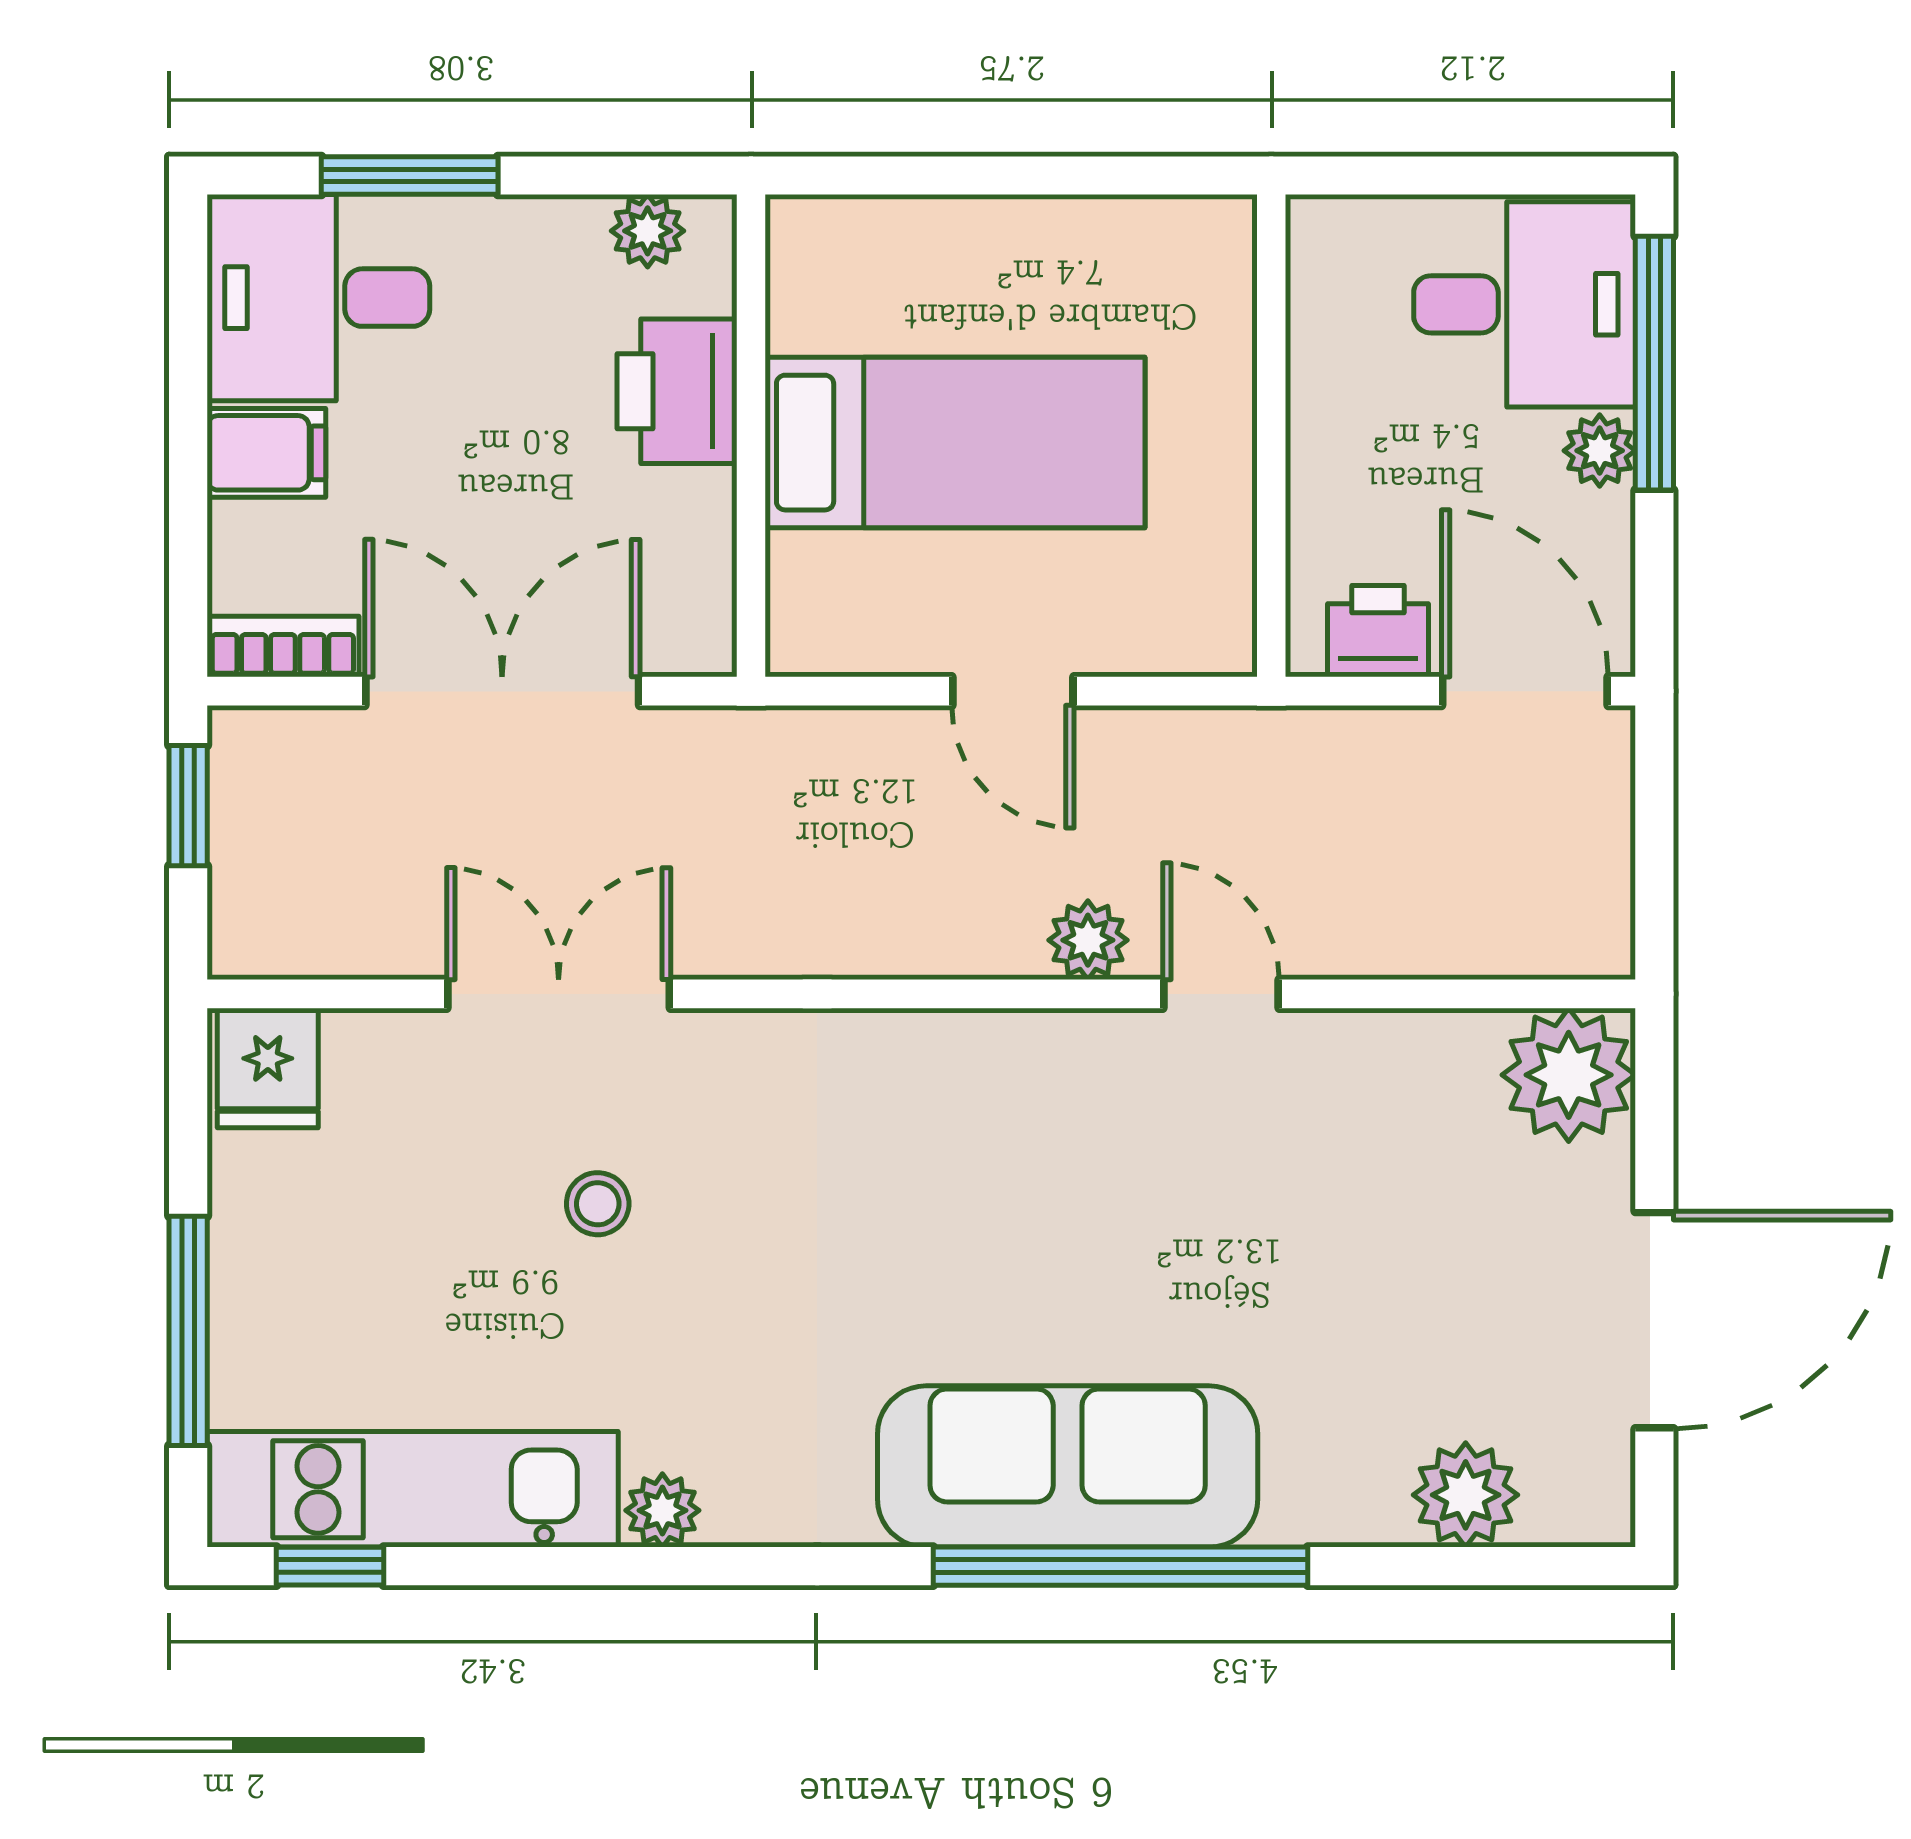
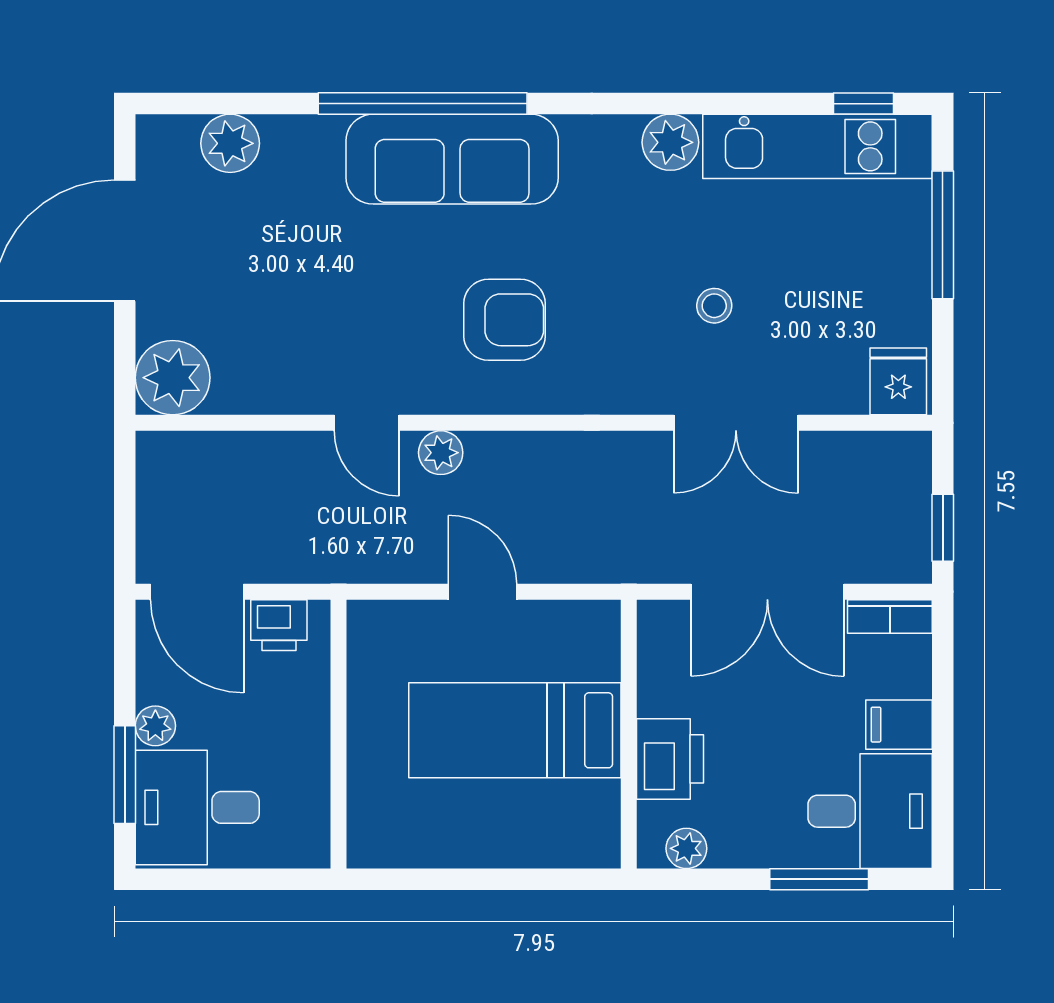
window: (1654, 363) -> (125, 775), width x0.69
armchair: (974, 1179) -> (505, 320), added
plant: (662, 1510) -> (670, 142), width x1.38, depth x1.38

